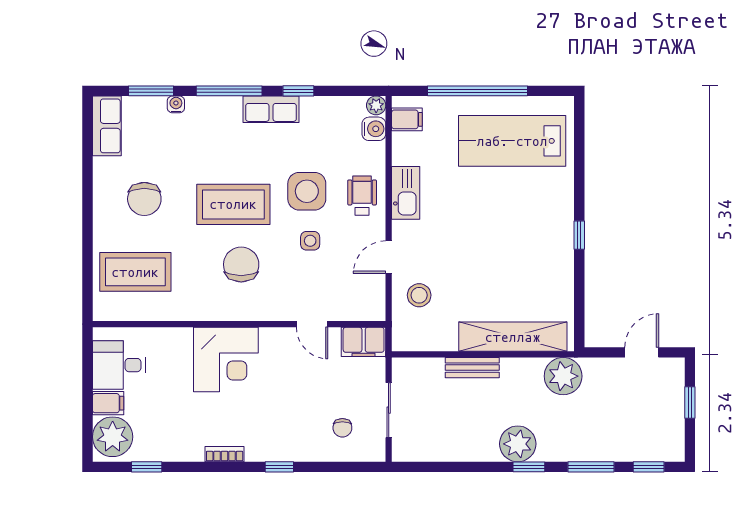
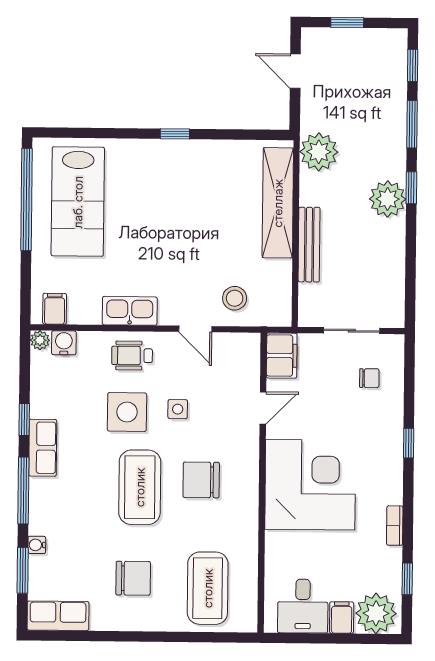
window: (478, 91) -> (27, 199), moved
corner desk: (226, 359) -> (310, 485), width x1.36, depth x1.36
bench: (472, 368) -> (309, 245), width x1.36
bookcase: (225, 454) -> (395, 526), moved

